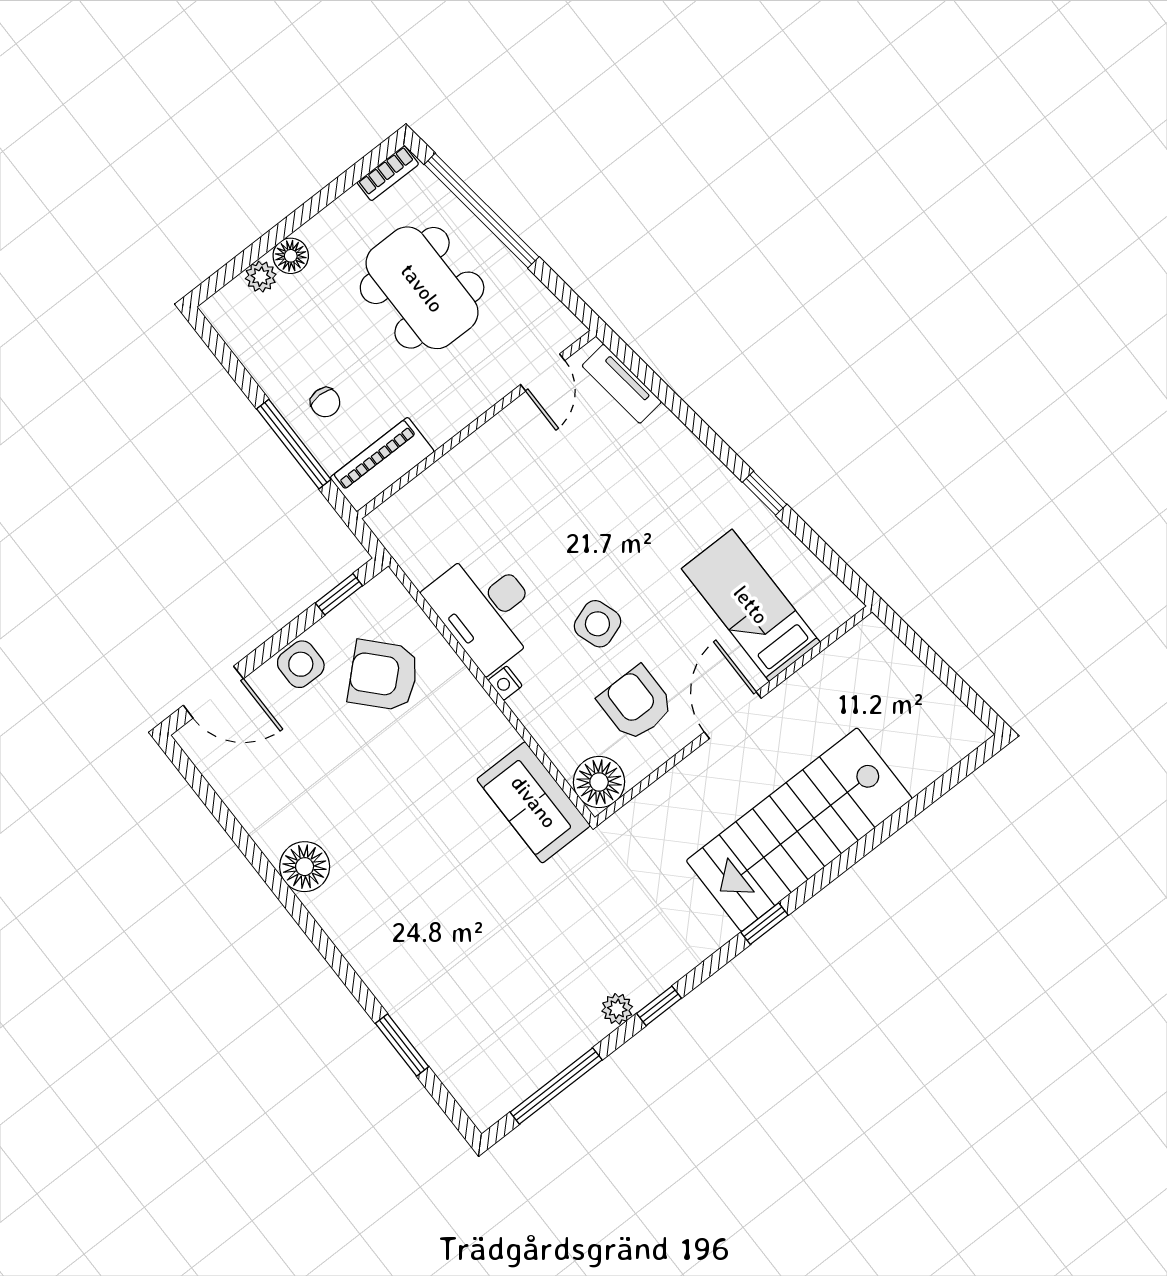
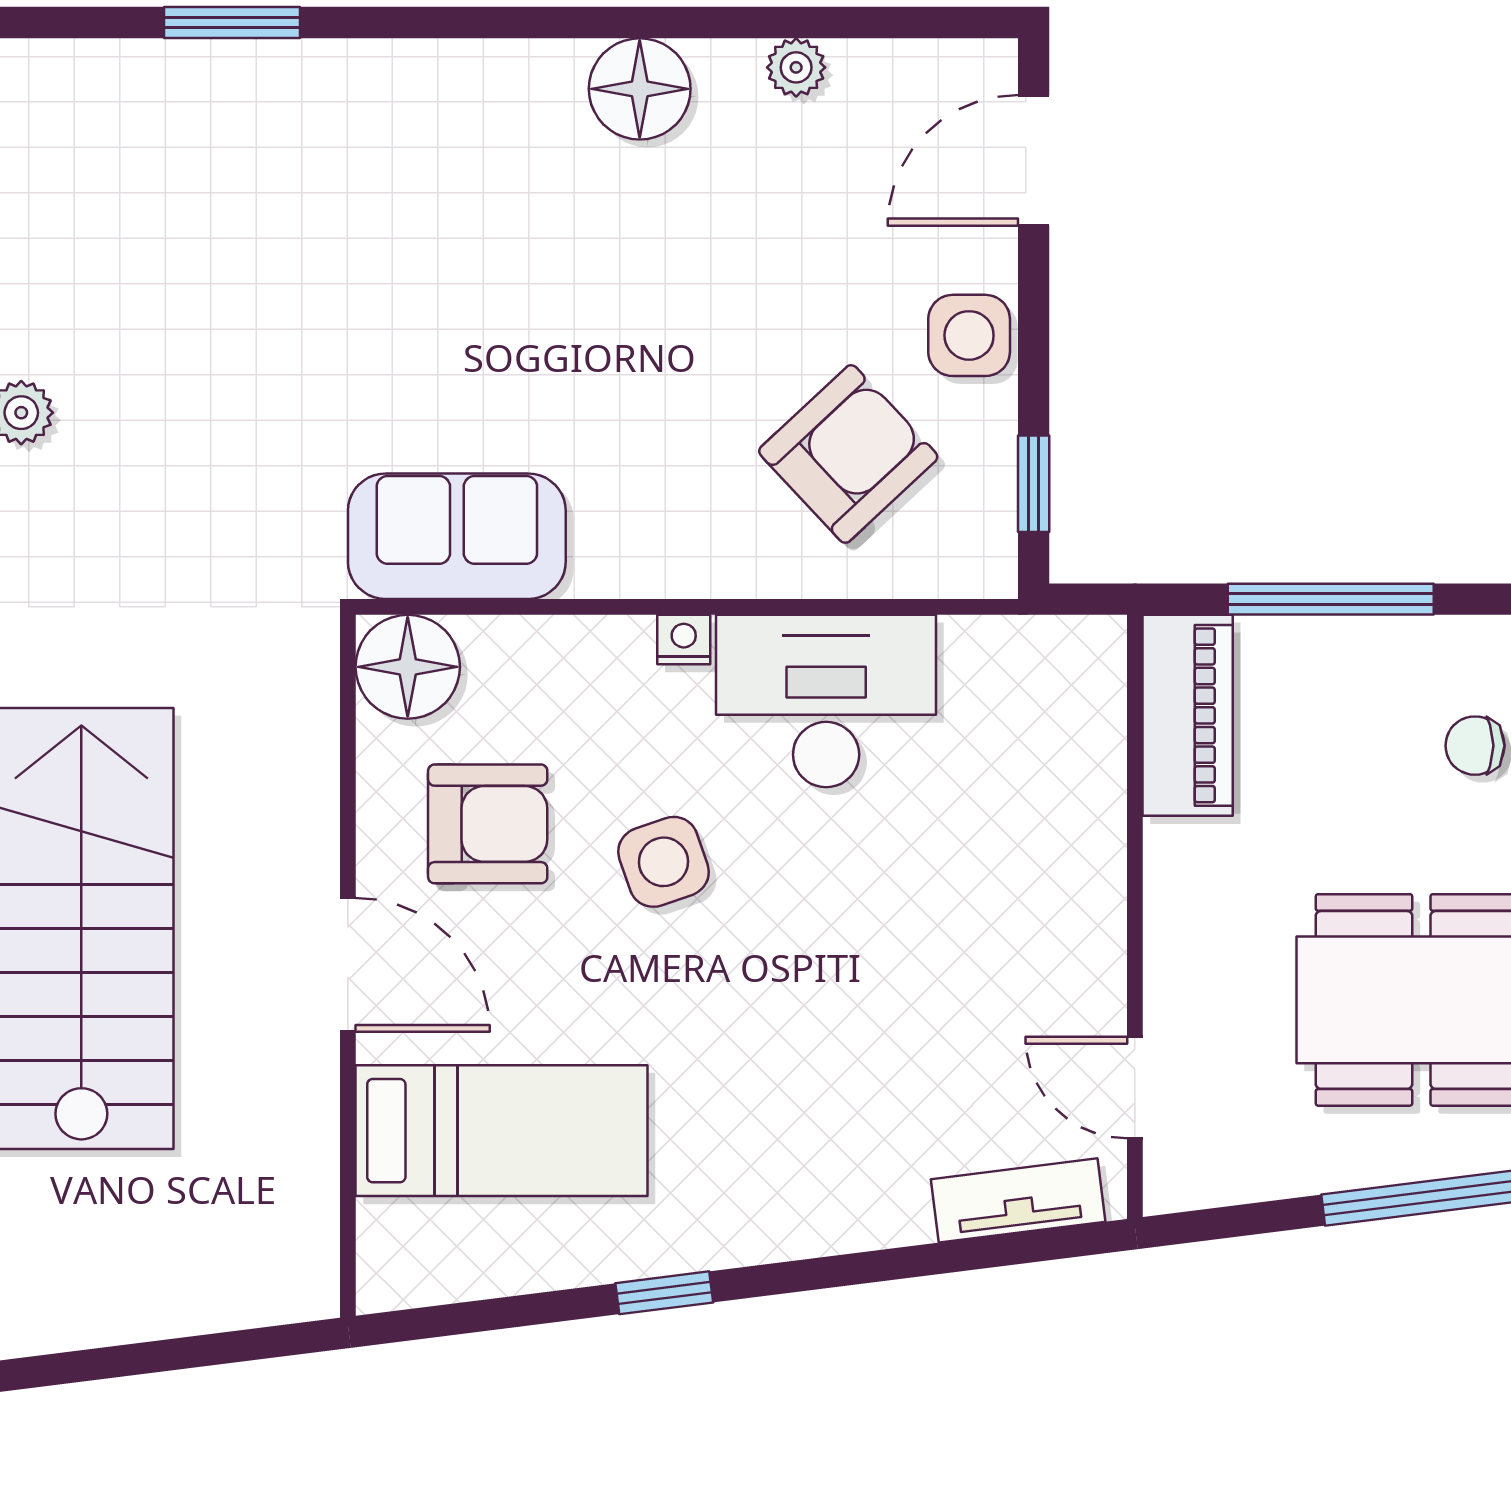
chair: (325, 402) -> (1475, 746), moved
plant: (249, 812) -> (796, 67), added

